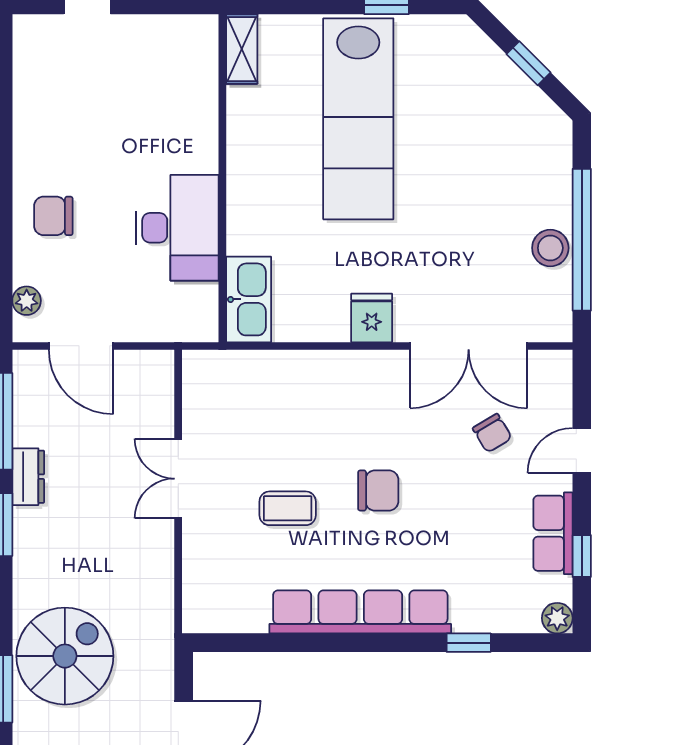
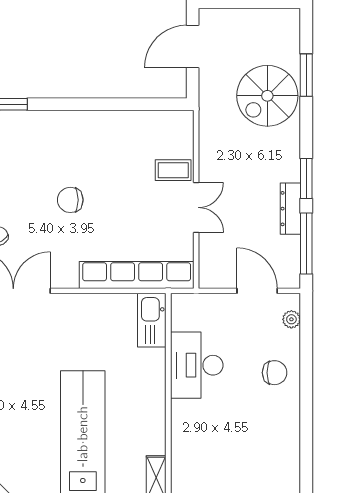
fridge: (372, 318) -> (74, 309), removed
dresser: (28, 477) -> (290, 209), width x1.44
coffee table: (288, 508) -> (173, 170), moved
row of seats: (360, 612) -> (137, 275), moved, turned 180

